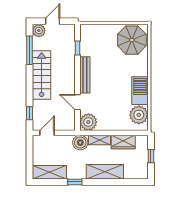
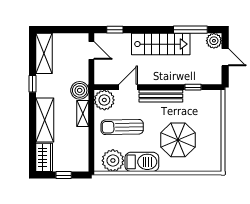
parasol: (132, 40) -> (178, 140), moved
sun lounger: (111, 107) -> (122, 127), added
wardrobe: (123, 142) -> (44, 157), moved, turned 180

